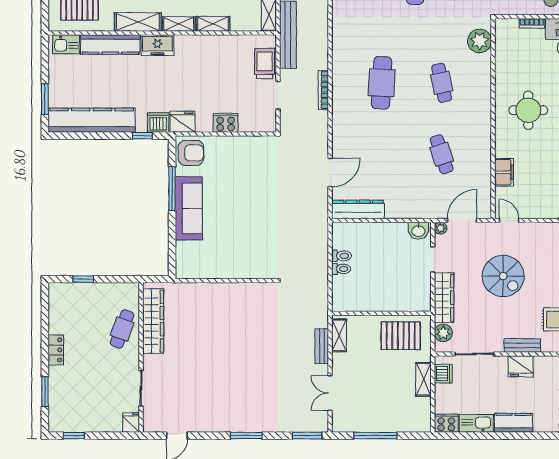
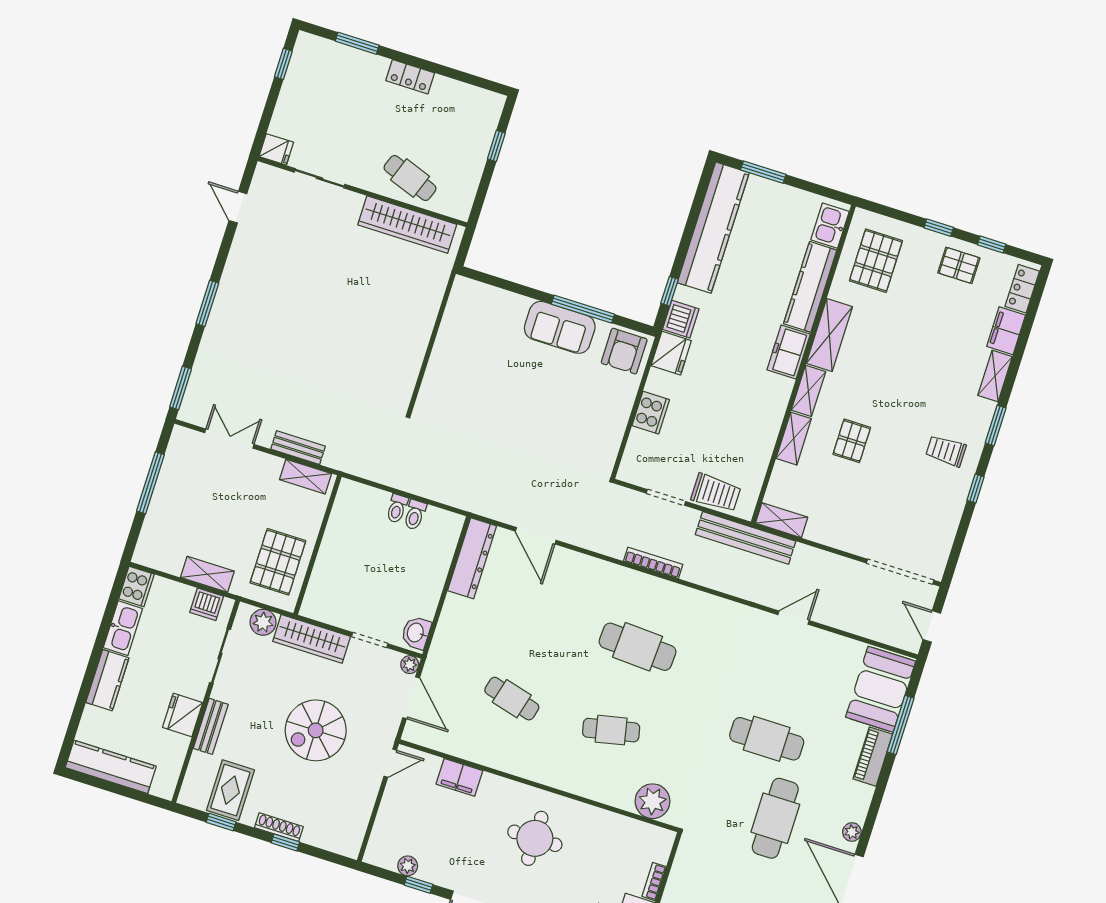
cafe table: (442, 154) -> (512, 699), turned 33
sofa: (189, 208) -> (560, 327), width x0.73

